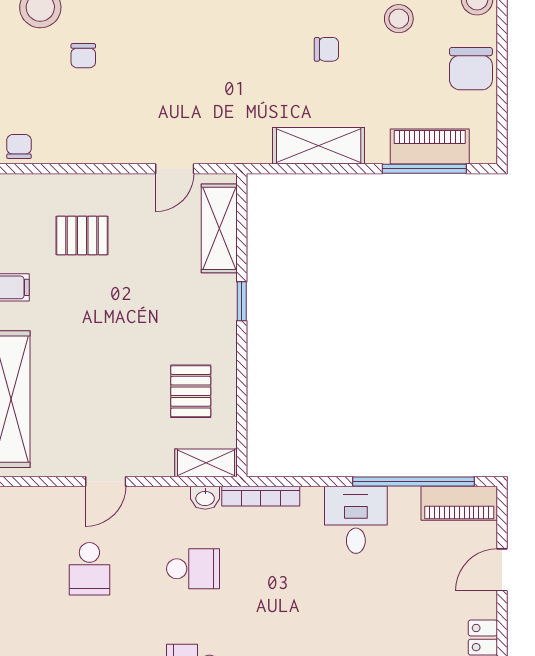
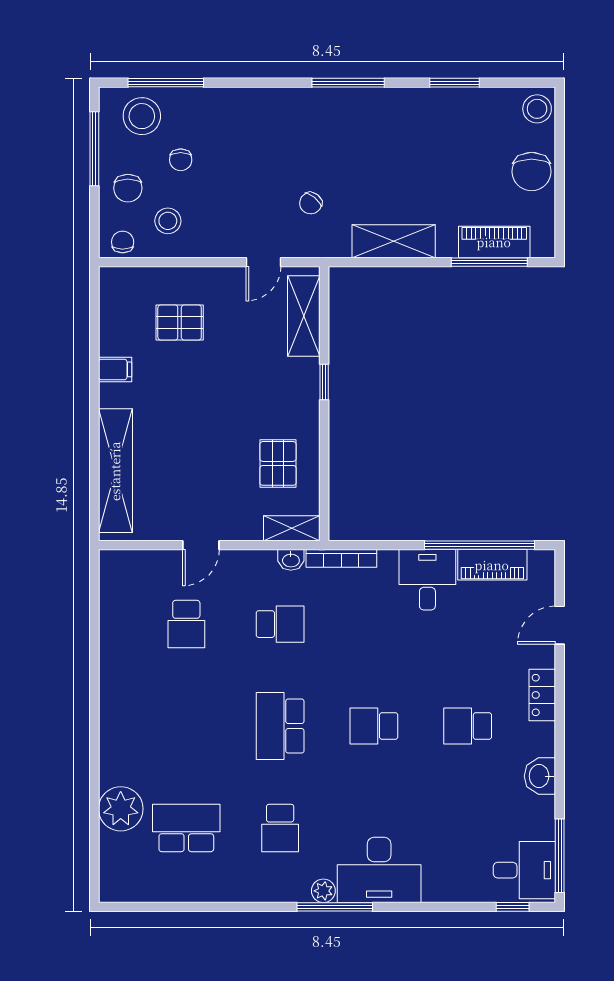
stool: (399, 19) -> (168, 221), moved
chair: (326, 49) -> (311, 203), moved, turned 129
chair: (25, 87) -> (128, 188), added
piano: (459, 503) -> (492, 565), moved

